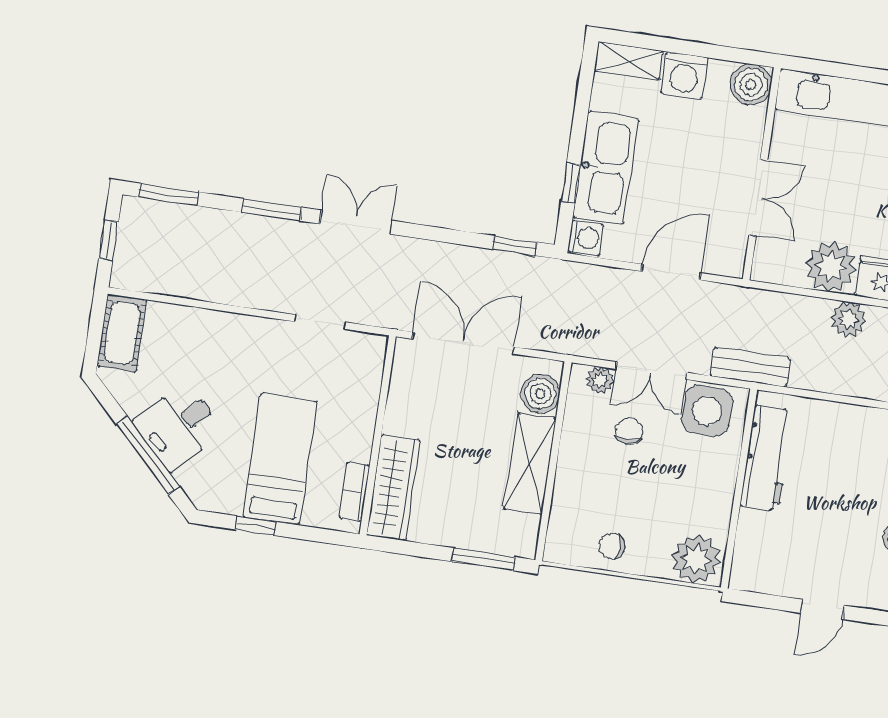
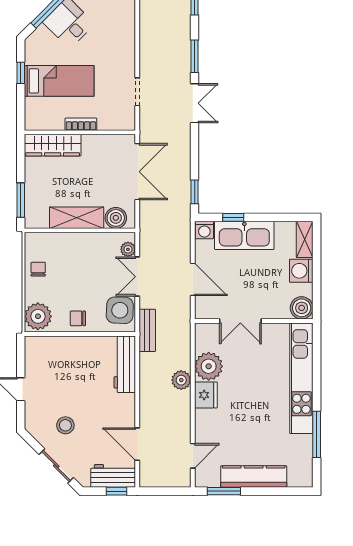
chair: (629, 431) -> (78, 318), moved, turned 180
workbench: (766, 458) -> (125, 364), moved, turned 90
bookcase: (355, 492) -> (81, 124), moved

